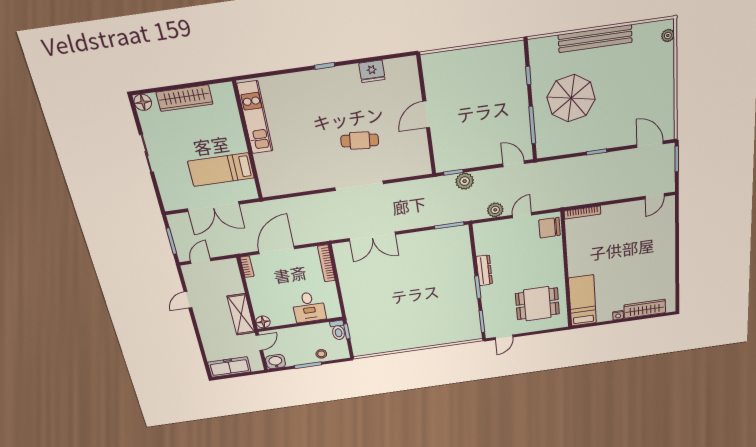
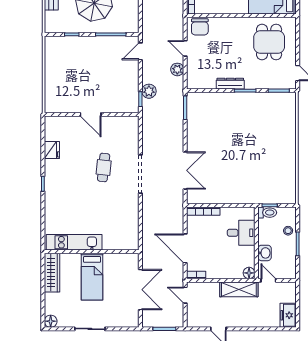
wardrobe: (184, 98) -> (52, 273), moved
bed: (221, 170) -> (92, 277), moved
door: (201, 261) -> (185, 295), moved
washbasin: (276, 362) -> (265, 253), moved, turned 180
freezer: (229, 367) -> (288, 315), width x0.71

